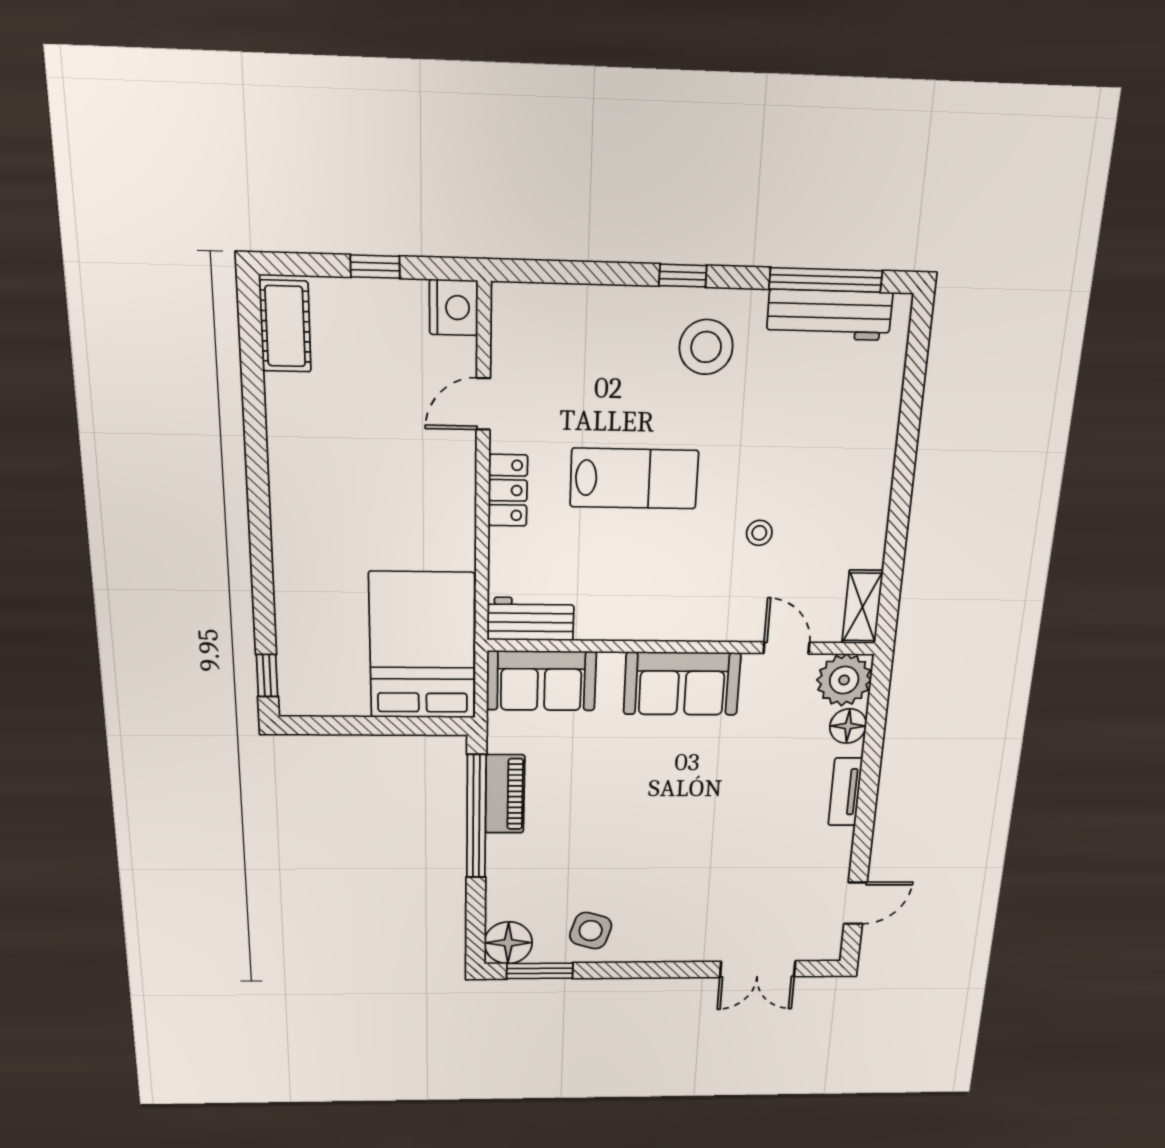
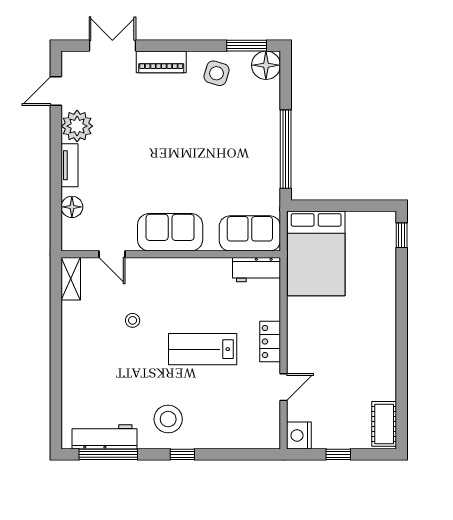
plant: (844, 680) -> (77, 126), moved
piano: (505, 794) -> (161, 62), moved, turned -90

